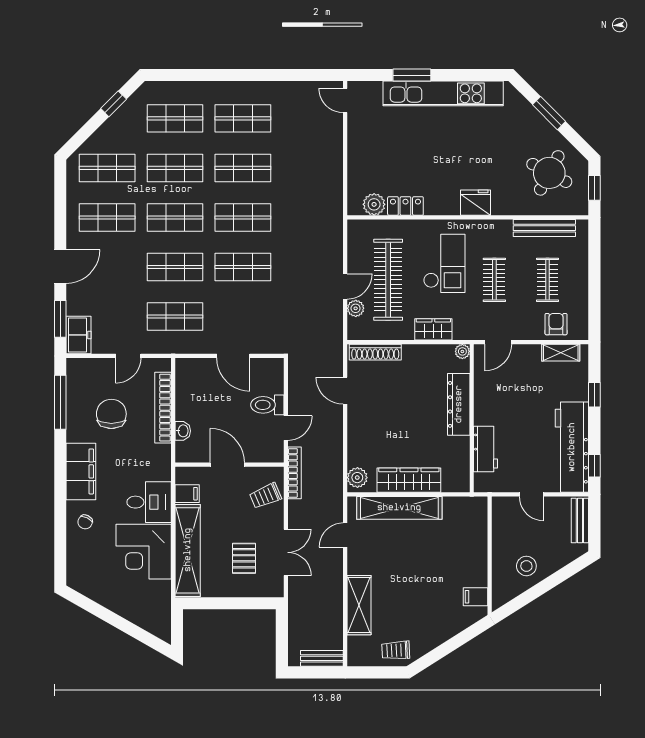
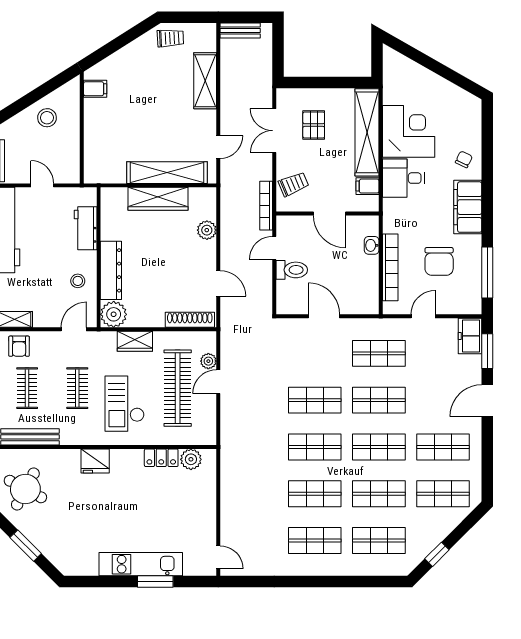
kitchen unit: (443, 93) -> (141, 564), width x0.73
plant: (462, 351) -> (114, 314), width x1.87, depth x1.87
stool: (494, 393) -> (78, 281), added
plant: (357, 478) -> (207, 230), moved

